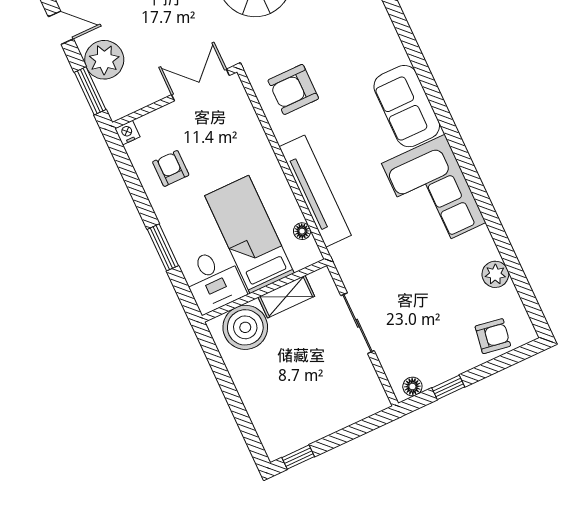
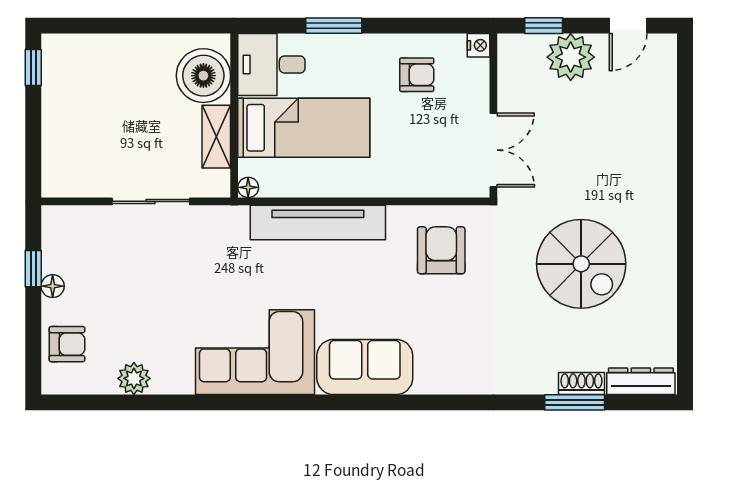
window: (90, 91) -> (544, 26), width x0.67
floor lamp: (302, 231) -> (248, 187), moved
armchair: (493, 336) -> (67, 344), turned -99
floor lamp: (412, 387) -> (53, 286), moved

